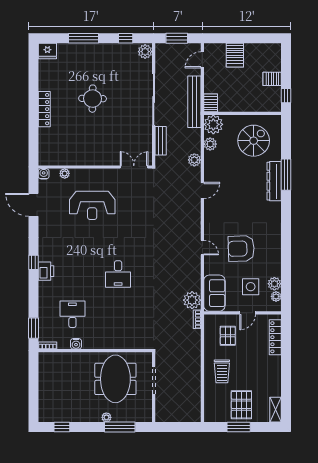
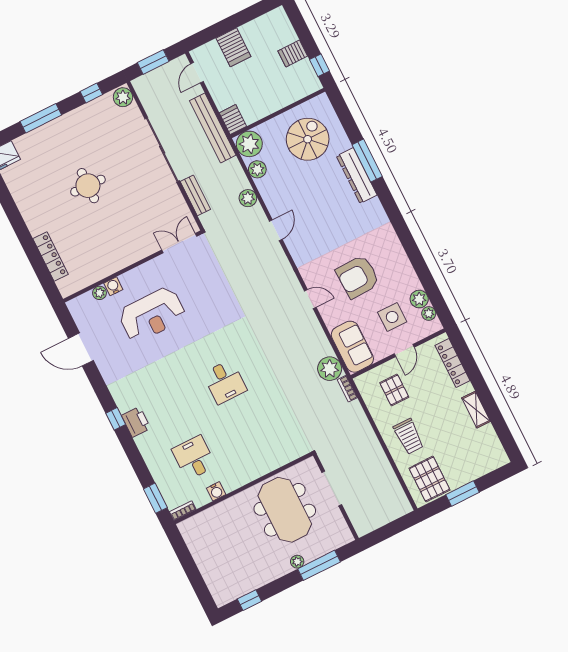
locker: (44, 109) -> (51, 256), moved
water cooler: (44, 174) -> (113, 286), moved
pallet: (241, 405) -> (429, 479), moved
shelving: (275, 410) -> (476, 410), moved

